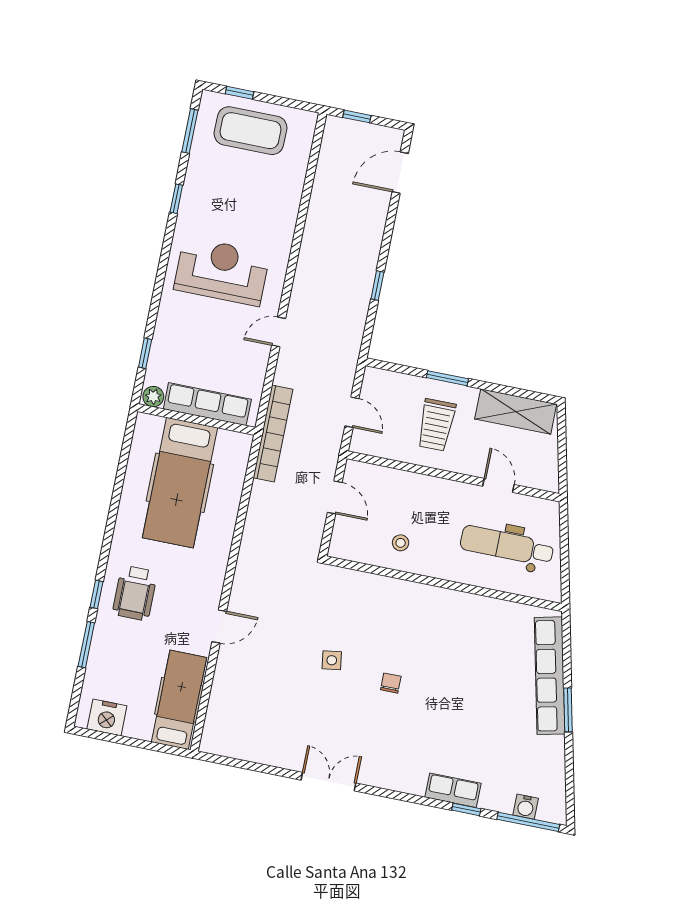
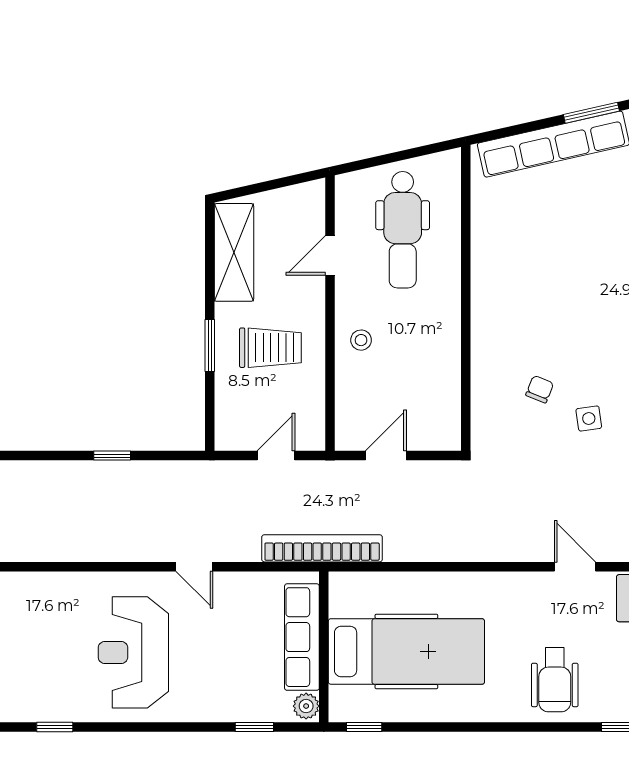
stool: (401, 543) -> (361, 340), moved
wheelchair: (135, 593) -> (555, 680), turned 90
window: (96, 594) -> (364, 727), moved
chair: (391, 683) -> (540, 389), moved, turned 112

